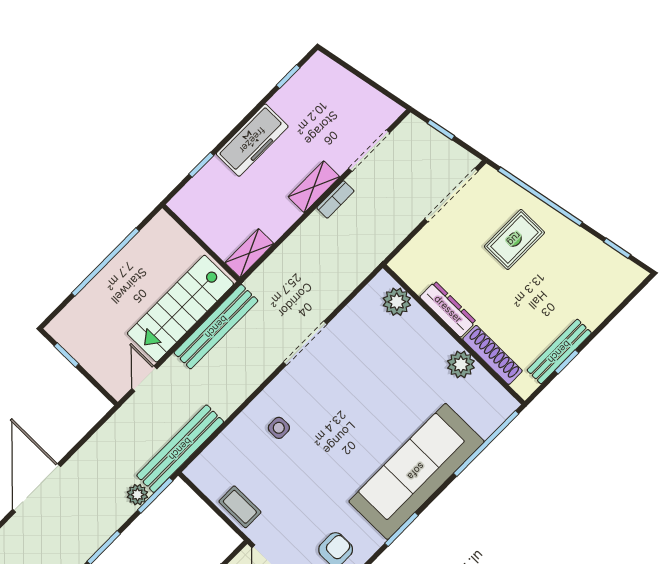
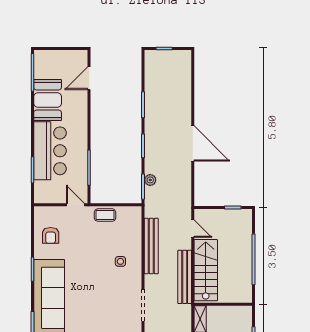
bench: (180, 449) -> (151, 246), moved

